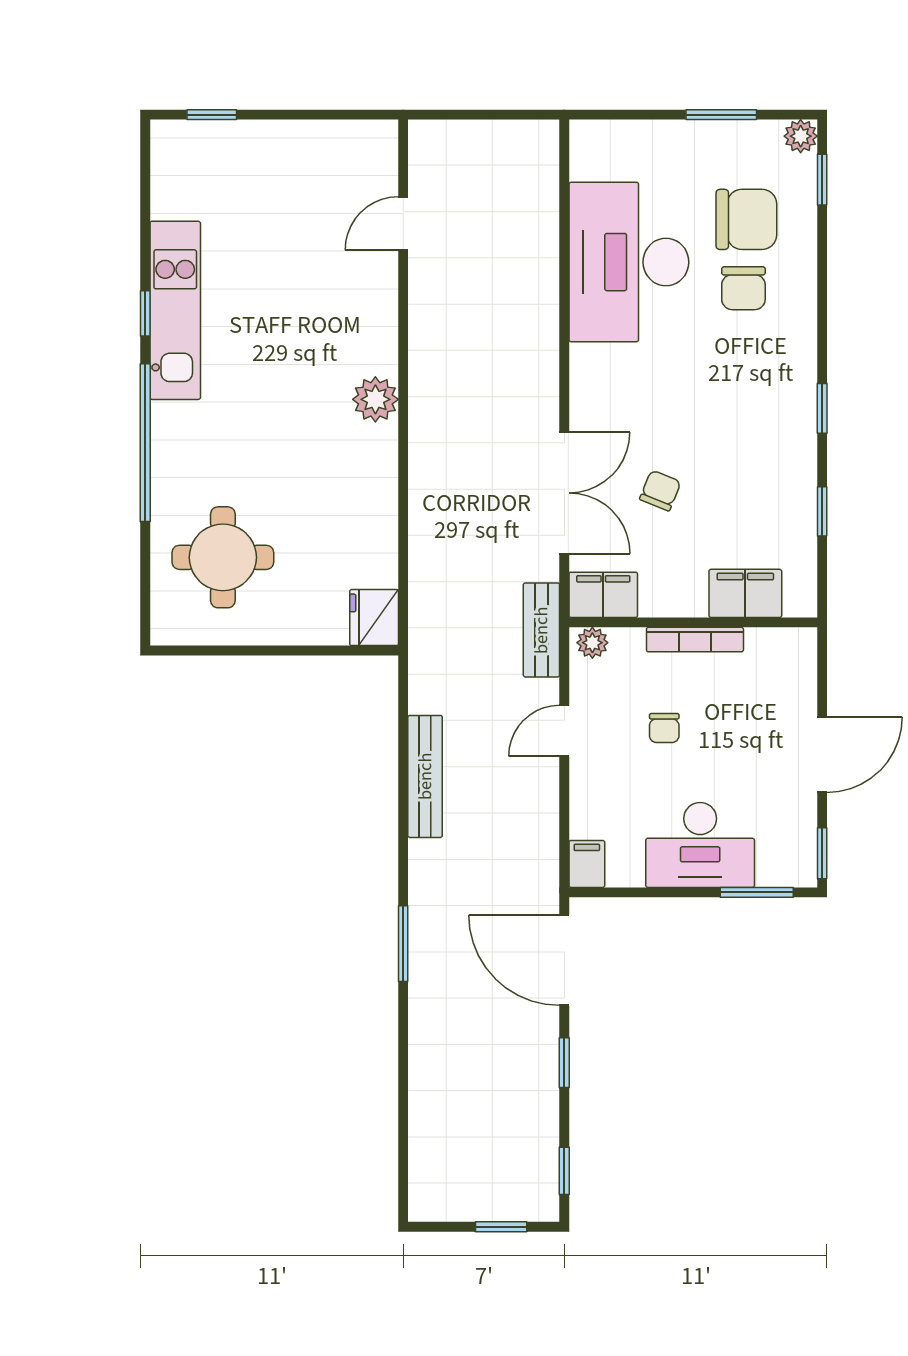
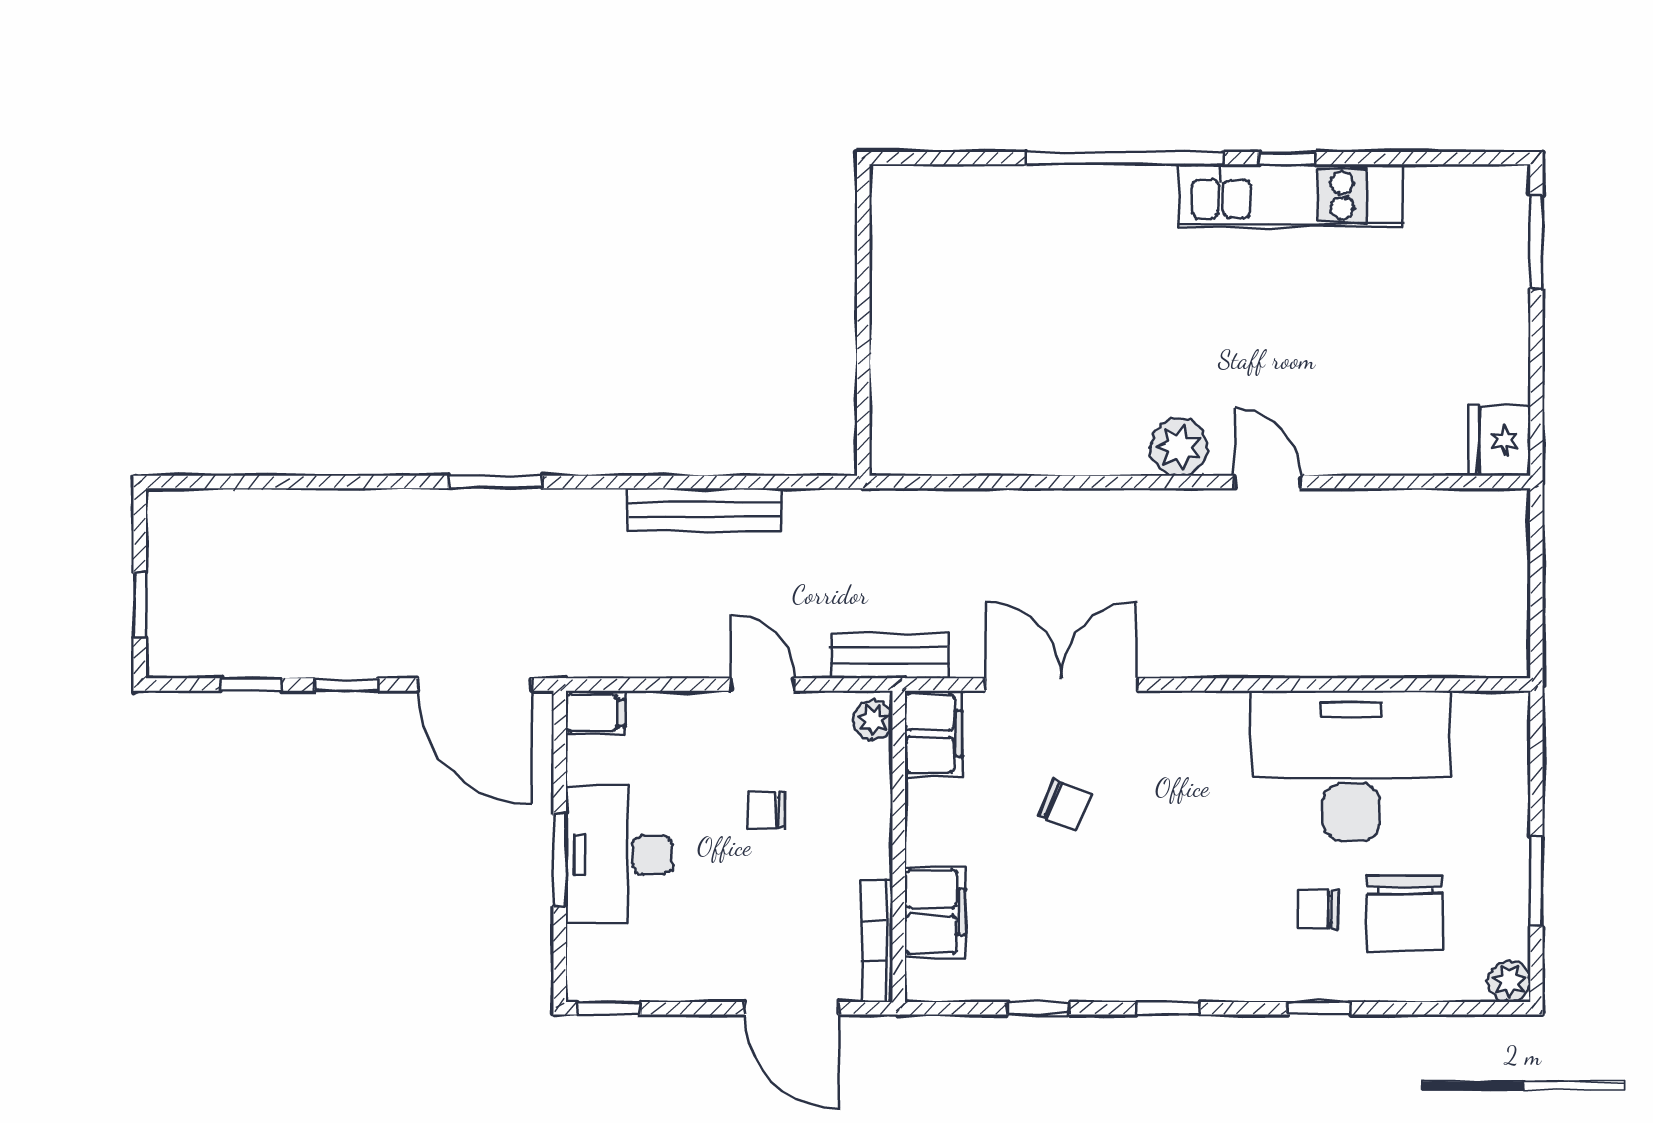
window: (212, 115) -> (1536, 242), width x1.50
window: (822, 180) -> (1318, 1008), moved
door: (403, 223) -> (1267, 482), moved
chair: (743, 288) -> (1318, 909), width x0.73, depth x0.73
double door: (564, 493) -> (1061, 684), swing flipped
round table: (223, 557) -> (980, 256), removed
fridge: (374, 618) -> (1500, 441), moved, turned -90
bookcase: (695, 640) -> (877, 942), moved
door: (822, 755) -> (792, 1008), moved
window: (757, 892) -> (560, 860), moved
door: (564, 960) -> (475, 684), swing flipped
window: (564, 1171) -> (251, 684), moved

